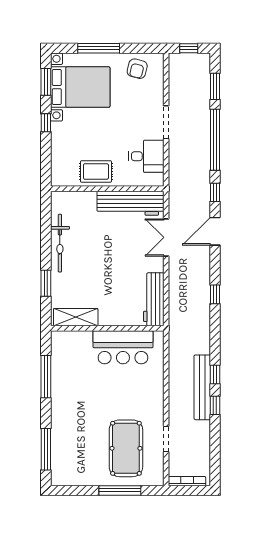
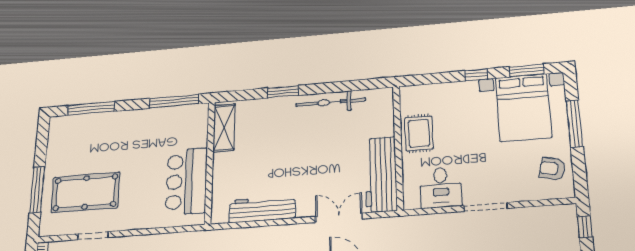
shelving: (76, 317) -> (224, 128), moved
wall: (107, 328) -> (210, 162), moved
bar counter: (123, 347) -> (186, 181), moved

